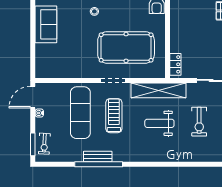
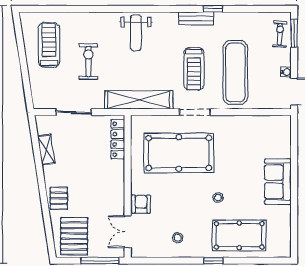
locker: (175, 64) -> (118, 139), width x1.53
weight bench: (159, 123) -> (136, 33), moved, turned 90
bench: (98, 156) -> (196, 18), moved
window: (99, 164) -> (213, 9), width x0.32

